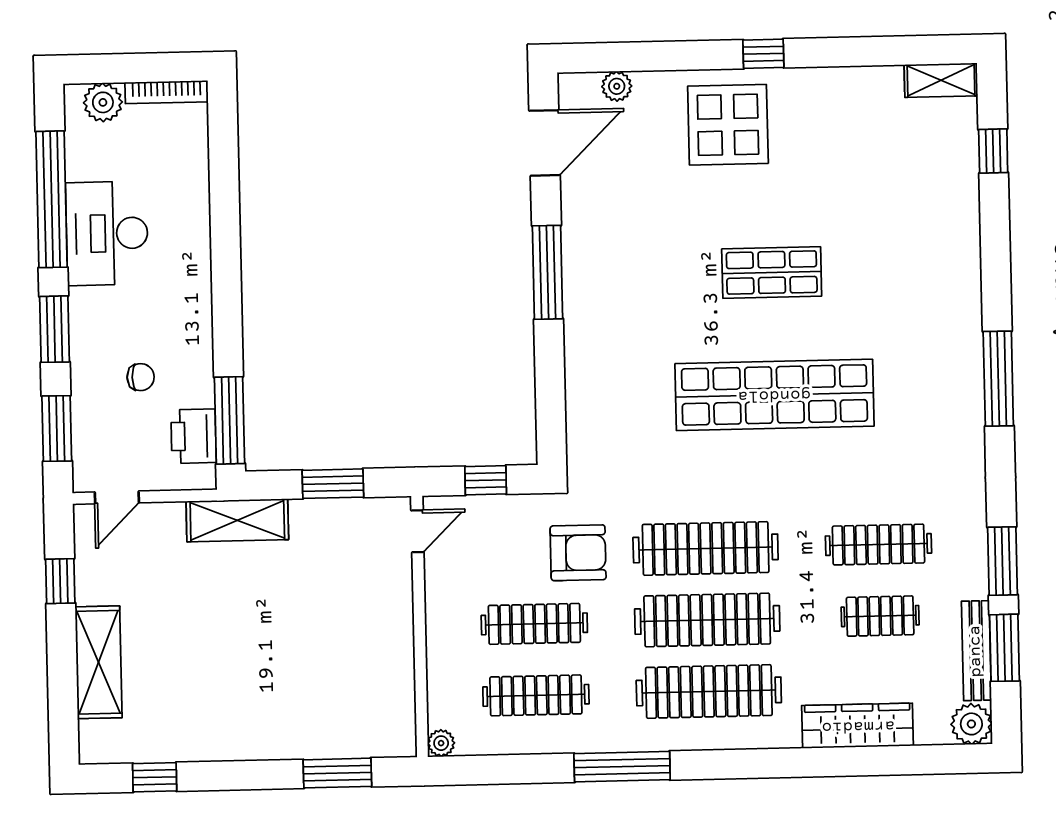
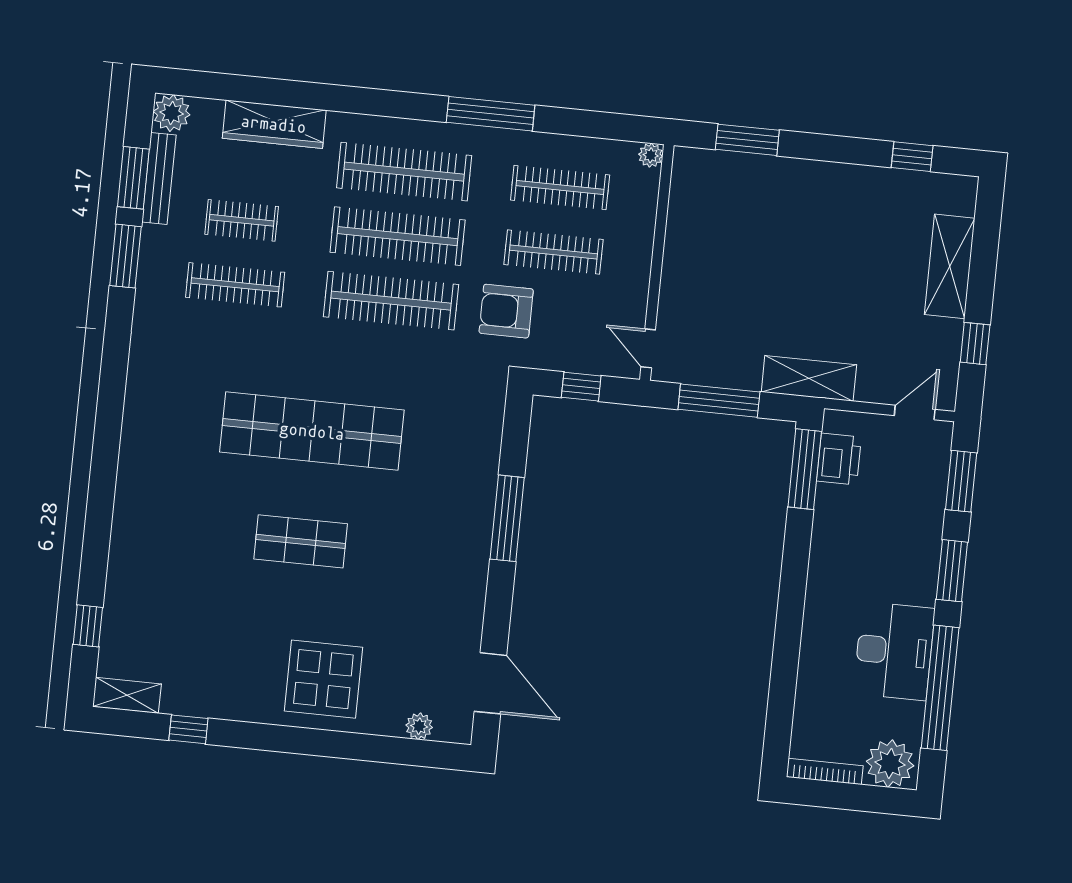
window: (763, 54) -> (188, 729), moved
plant: (103, 102) -> (890, 764), width x1.36, depth x1.36
door: (545, 143) -> (490, 683), swing flipped
window: (547, 272) -> (507, 518), moved
chair: (141, 377) -> (880, 518), removed
window: (998, 379) -> (109, 421), removed
window: (333, 484) -> (719, 401), width x1.44
door: (417, 531) -> (648, 348), hinge flipped

